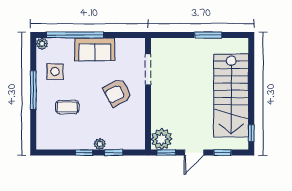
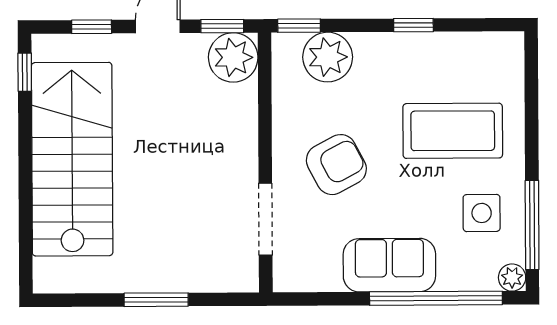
window: (208, 35) -> (156, 300), moved
window: (33, 90) -> (532, 225), moved
coffee table: (67, 107) -> (453, 131), width x1.86, depth x1.72
plant: (100, 144) -> (328, 57), moved, width x1.88, depth x1.88
window: (114, 153) -> (299, 26), moved

